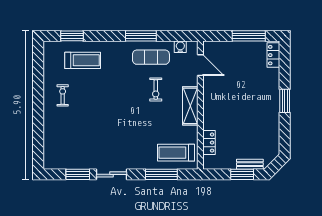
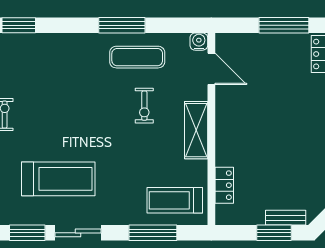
water cooler: (180, 47) -> (199, 42), moved
treadmill: (83, 60) -> (58, 179), moved, width x1.37, depth x1.38

